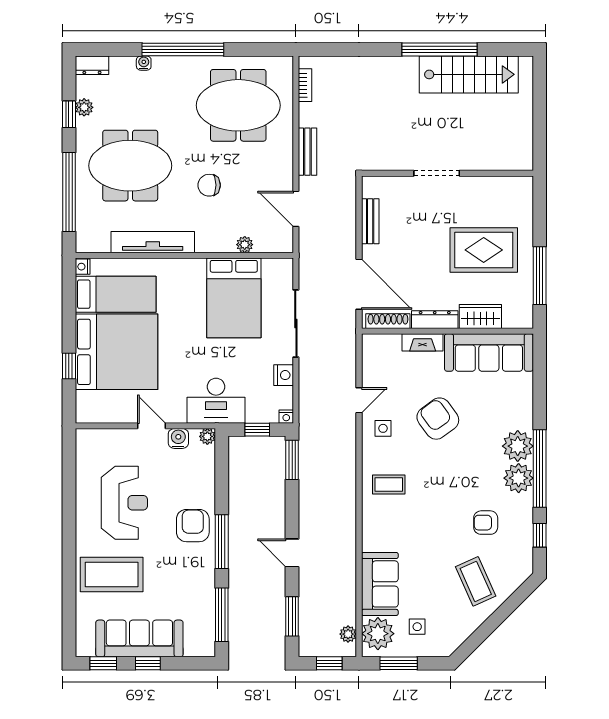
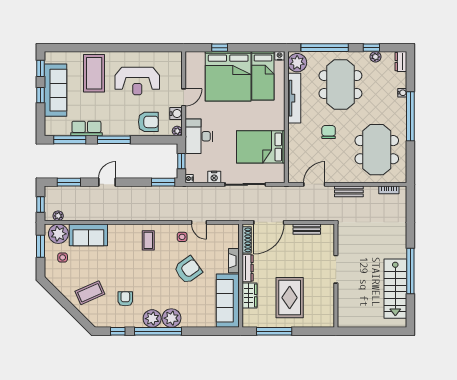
plant: (245, 245) -> (297, 63), moved, width x1.87, depth x1.87
armchair: (193, 526) -> (148, 122), moved
row of seats: (203, 587) -> (86, 128), added

